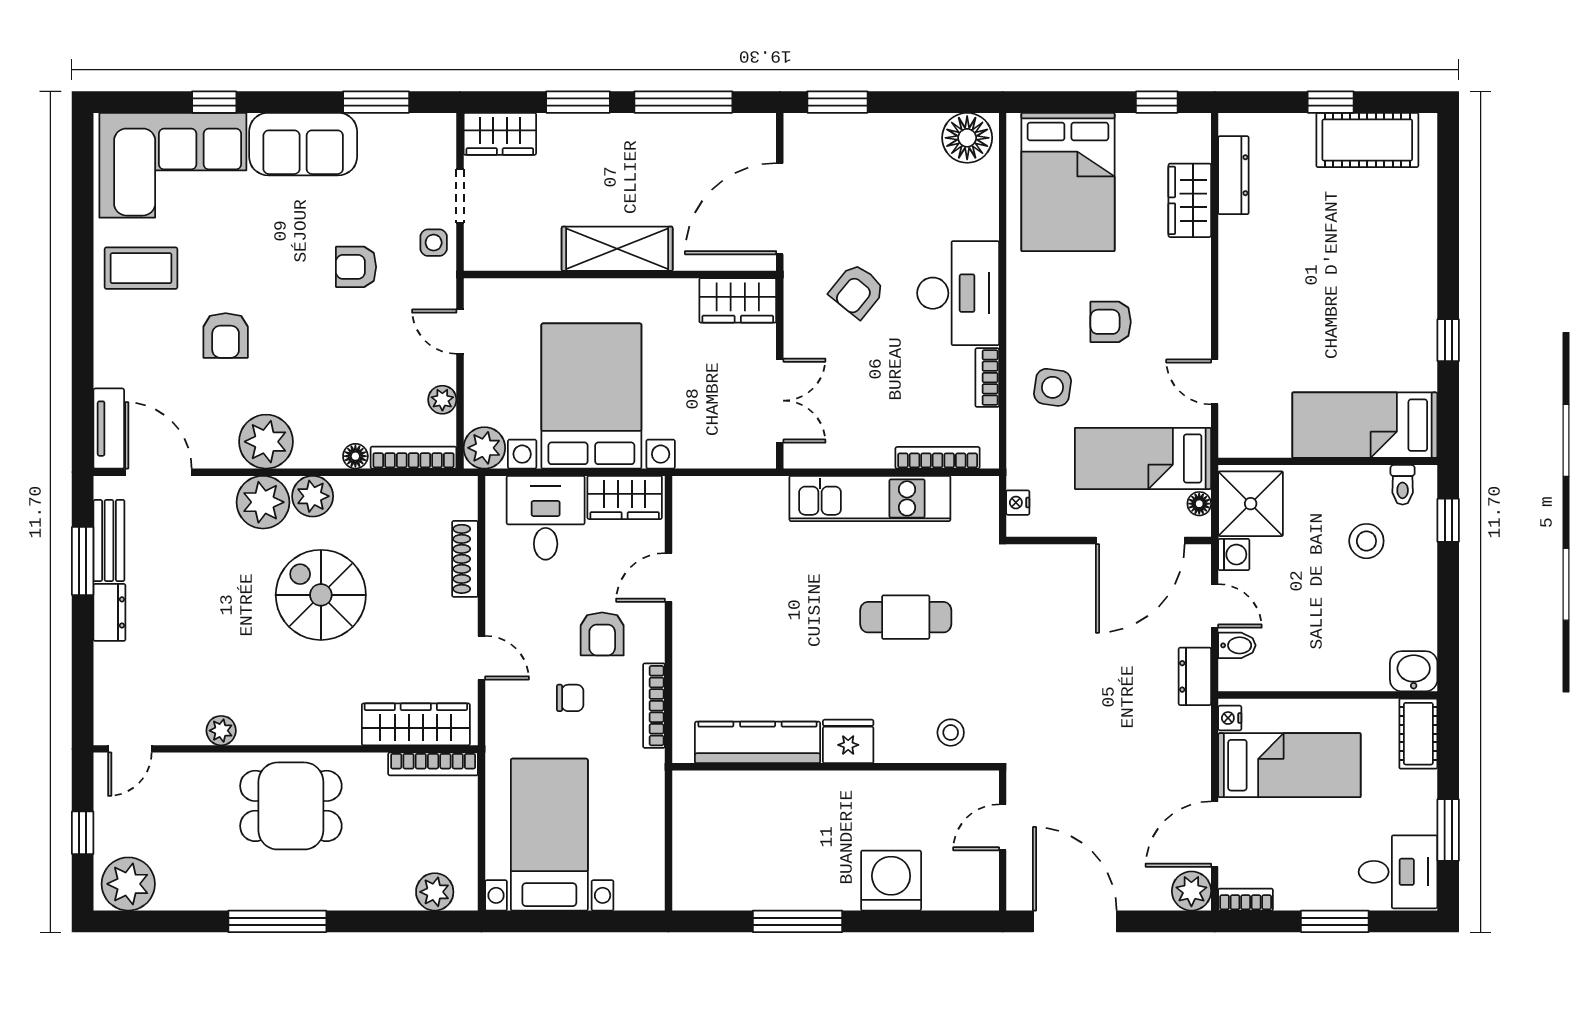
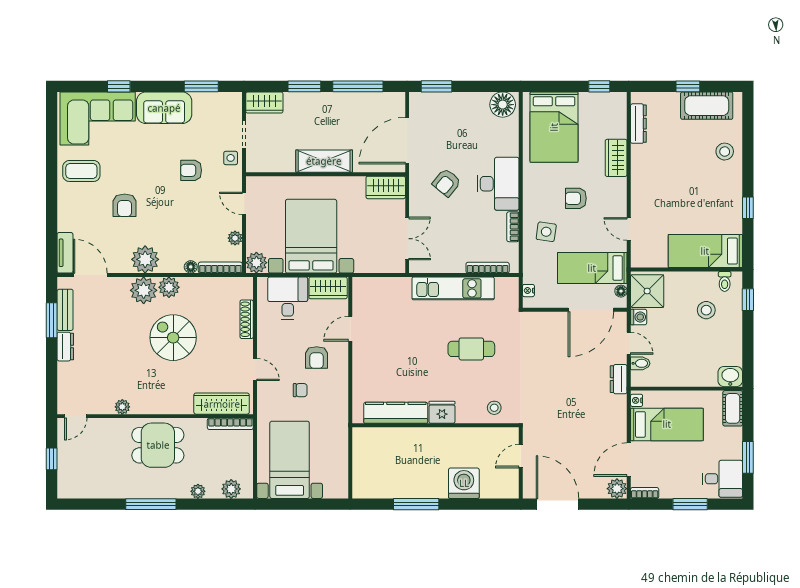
wardrobe: (1190, 200) -> (616, 158), moved
stool: (1403, 230) -> (725, 152), added
bookcase: (654, 706) -> (343, 394), removed
plant: (128, 884) -> (198, 491), moved, width x0.53, depth x0.53

